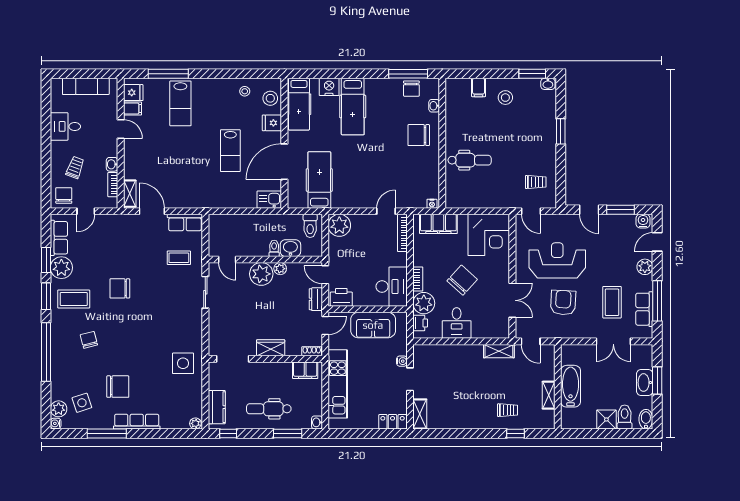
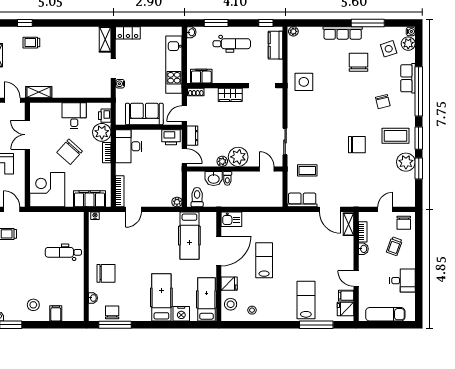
plant: (339, 225) -> (177, 202), width x0.53, depth x0.53
row of seats: (59, 238) -> (408, 78), moved
chair: (118, 387) -> (359, 62), turned 90

